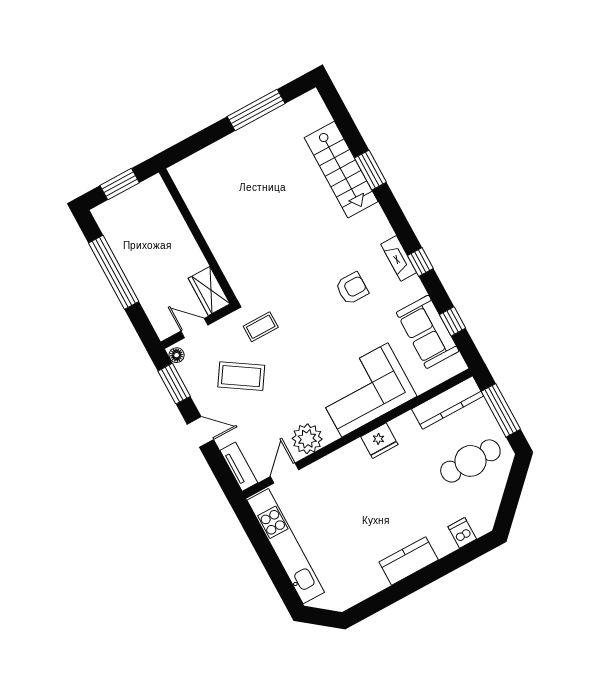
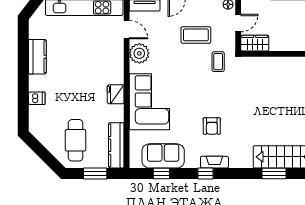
coffee table: (241, 376) -> (196, 35), turned 57
window: (501, 410) -> (95, 174), width x0.69
dishwasher: (462, 533) -> (37, 98), moved
kitchen counter: (409, 561) -> (37, 57), moved

